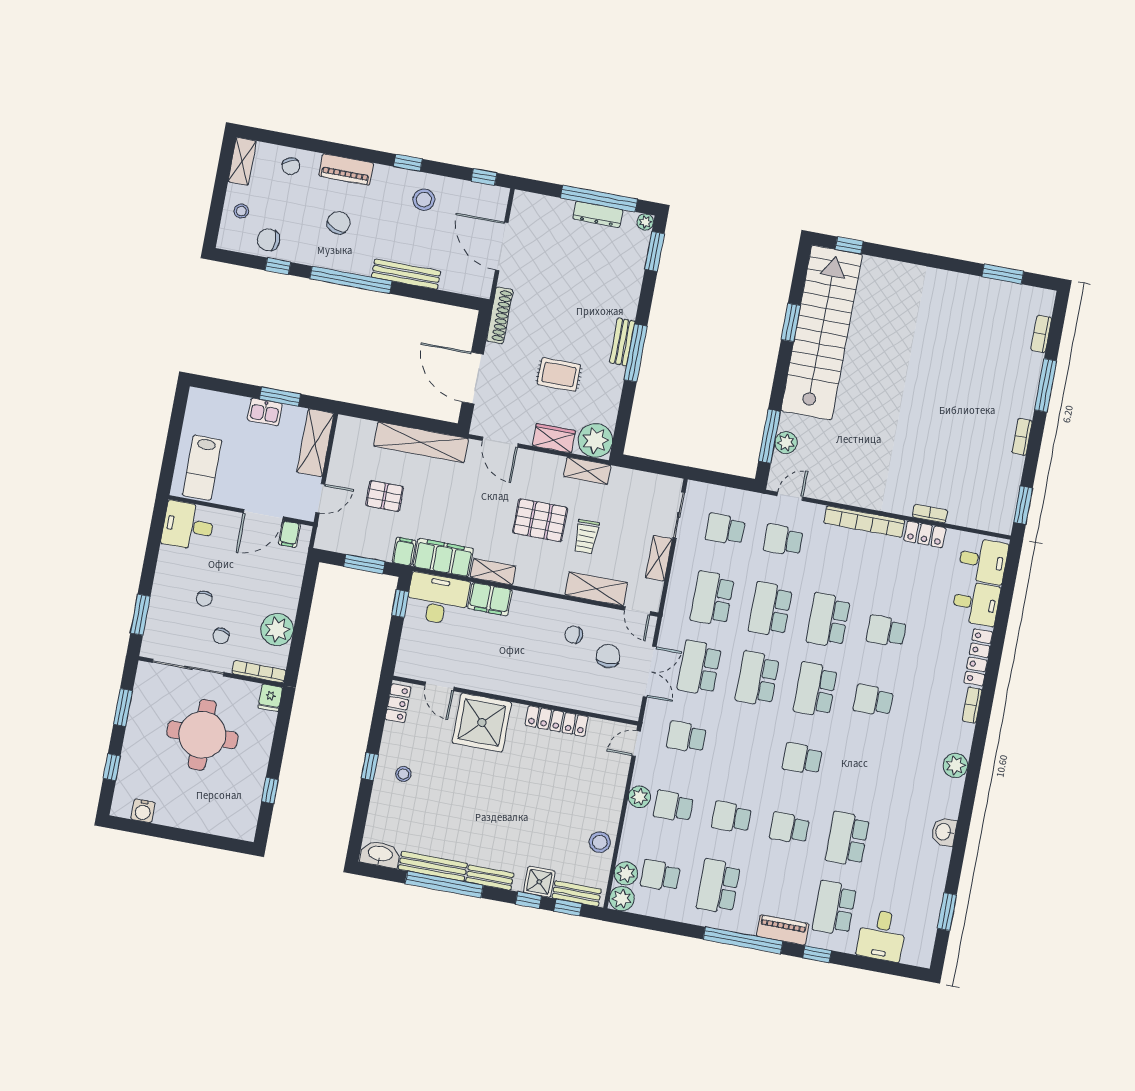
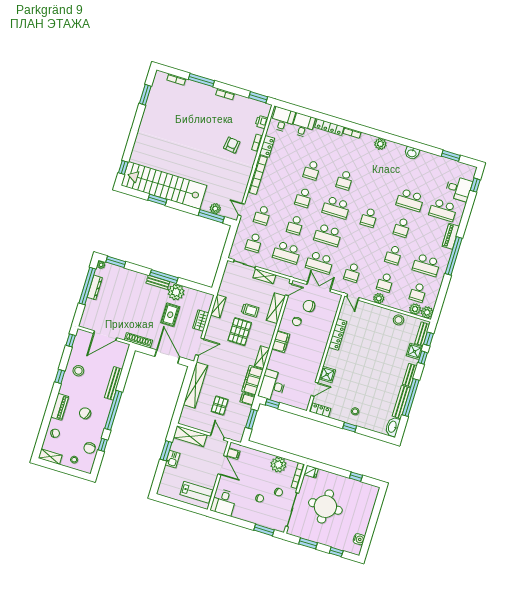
door: (473, 378) -> (167, 357), swing flipped
plant: (595, 440) -> (176, 292), moved
armchair: (919, 462) -> (232, 145), added
printer: (973, 518) -> (262, 122), added
filing cabinet: (490, 599) -> (281, 342), moved
school desk: (770, 609) -> (295, 225), width x0.54
school desk: (828, 620) -> (303, 198), width x0.54
shower: (482, 723) -> (327, 374), width x0.54, depth x0.54
window: (817, 954) -> (475, 185), moved

